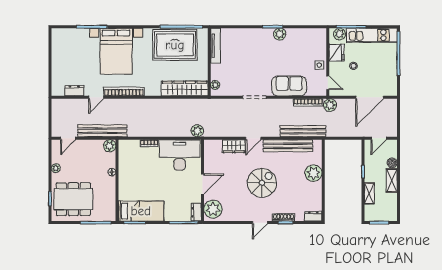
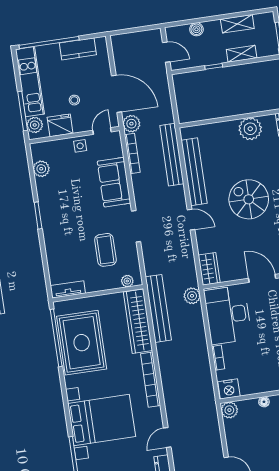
plant: (280, 34) -> (41, 169), moved
tv unit: (215, 46) -> (68, 289), width x0.71
coffee table: (240, 72) -> (105, 250), added
kitchen counter: (391, 74) -> (78, 49), added
bookcase: (124, 91) -> (151, 380), moved
door: (96, 97) -> (167, 437), swing flipped
door: (370, 97) -> (116, 94), moved
bench: (102, 131) -> (158, 308), moved
wardrobe: (234, 146) -> (209, 269), moved
nightstand: (125, 148) -> (229, 389), added
plant: (313, 173) -> (250, 129), moved
shelving: (392, 181) -> (237, 24), moved

